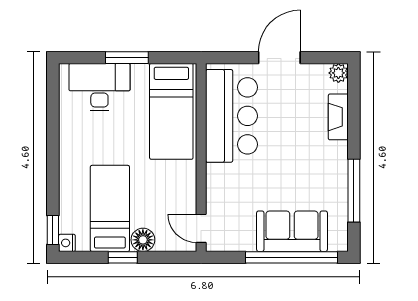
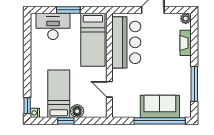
door: (201, 228) -> (109, 89), moved

